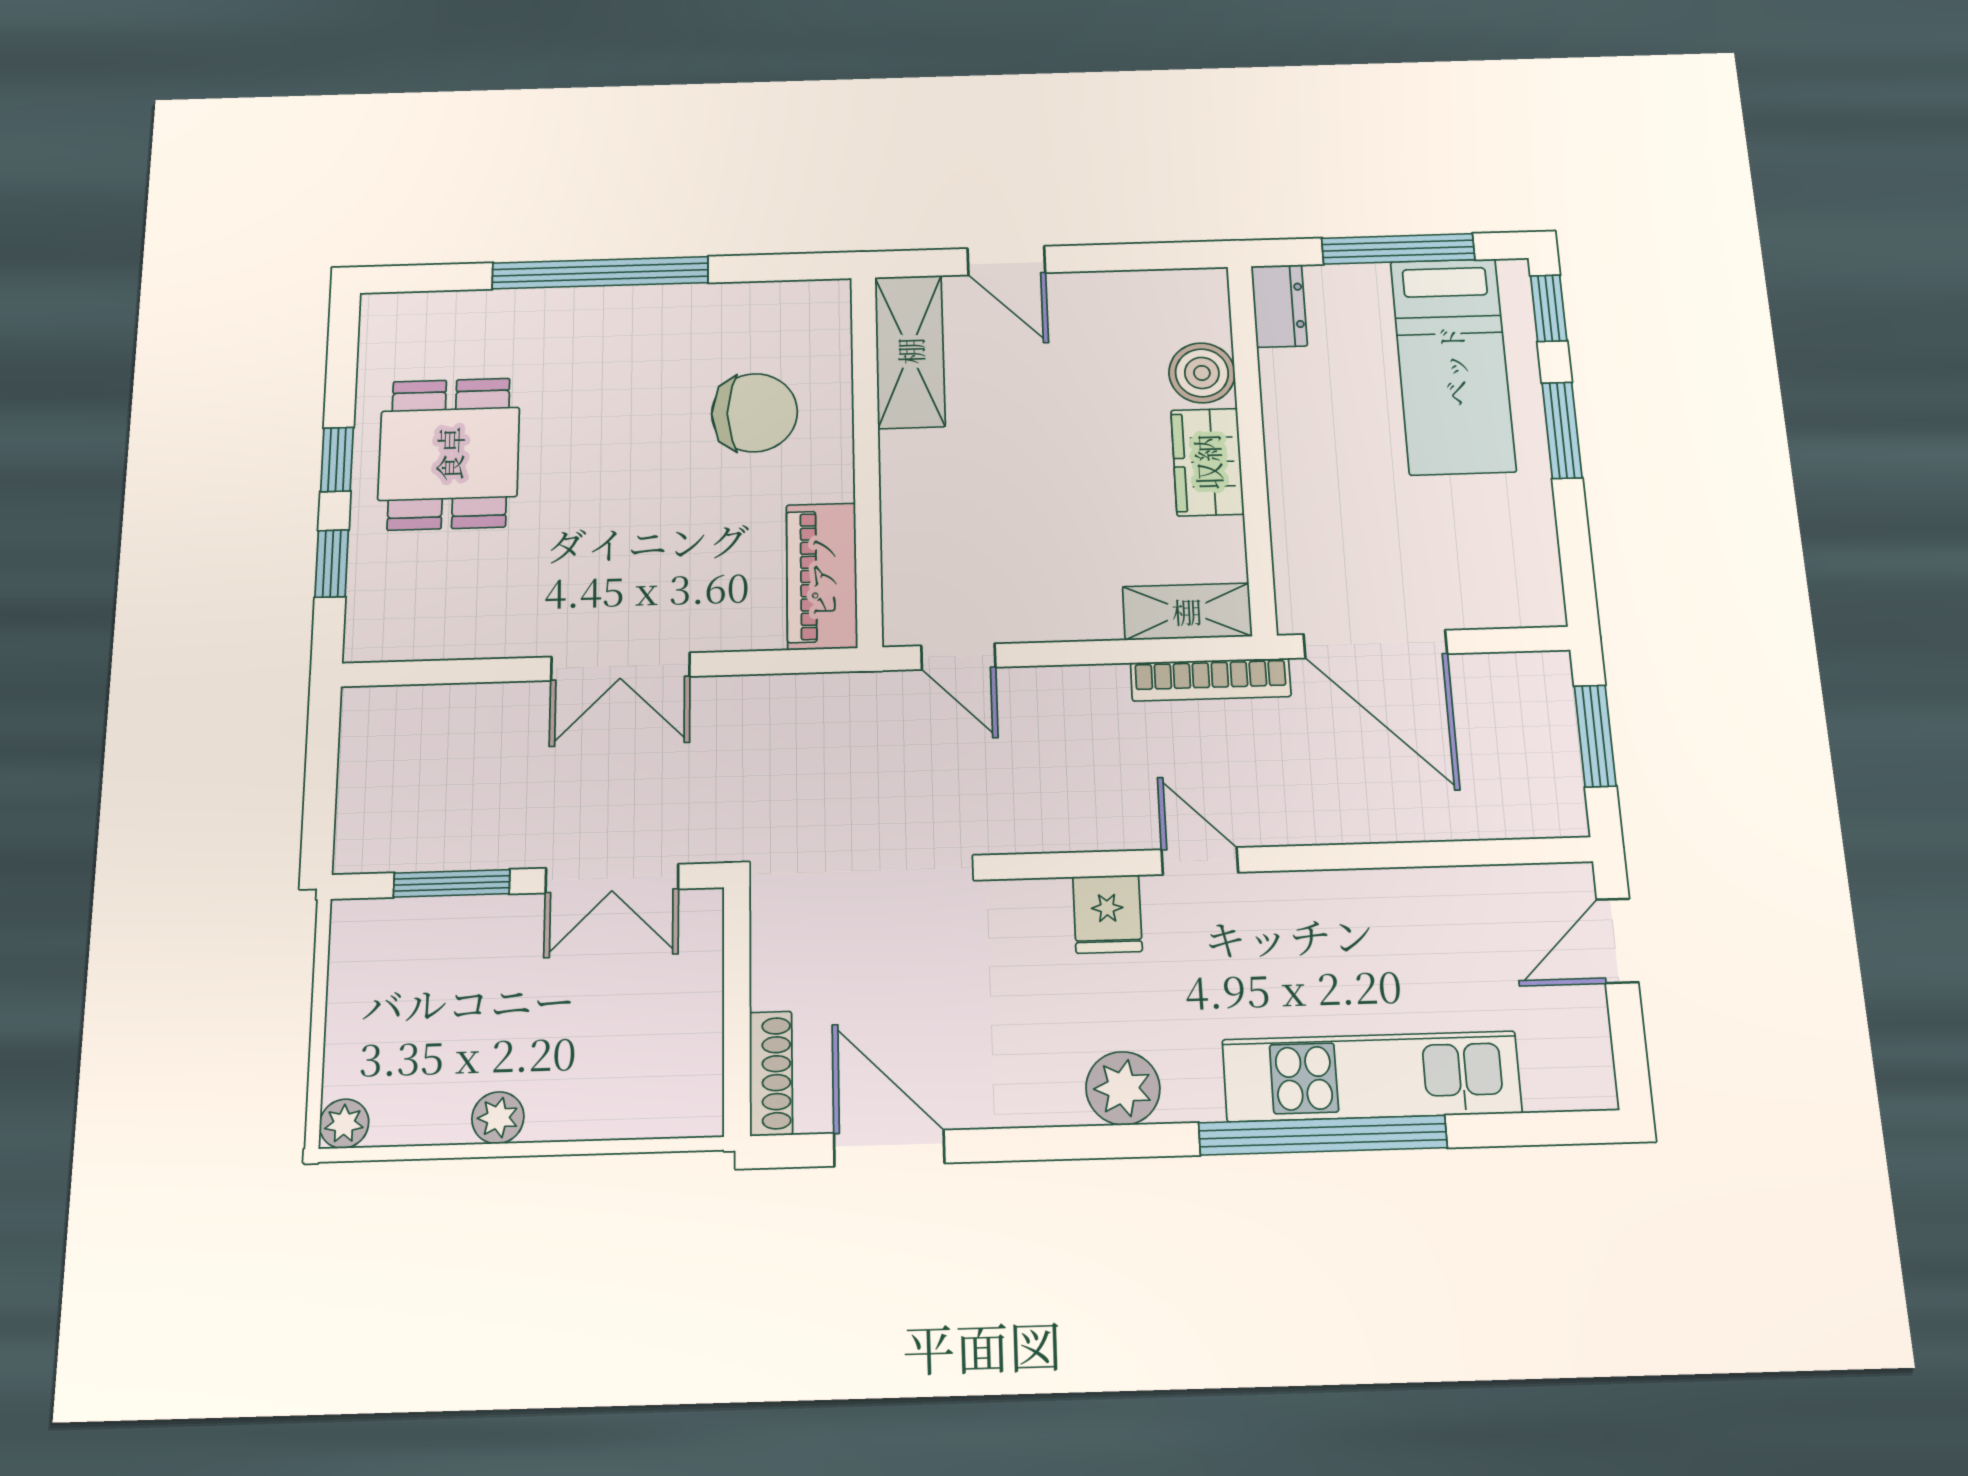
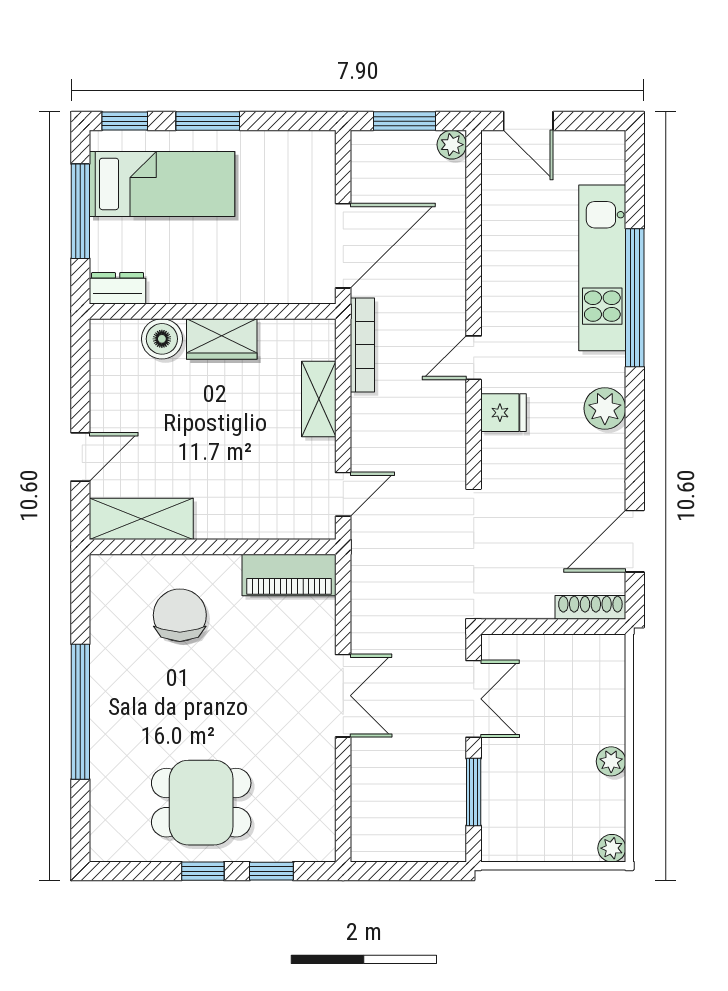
shelving: (1187, 611) -> (319, 399), moved
plant: (1563, 814) -> (452, 145), added

